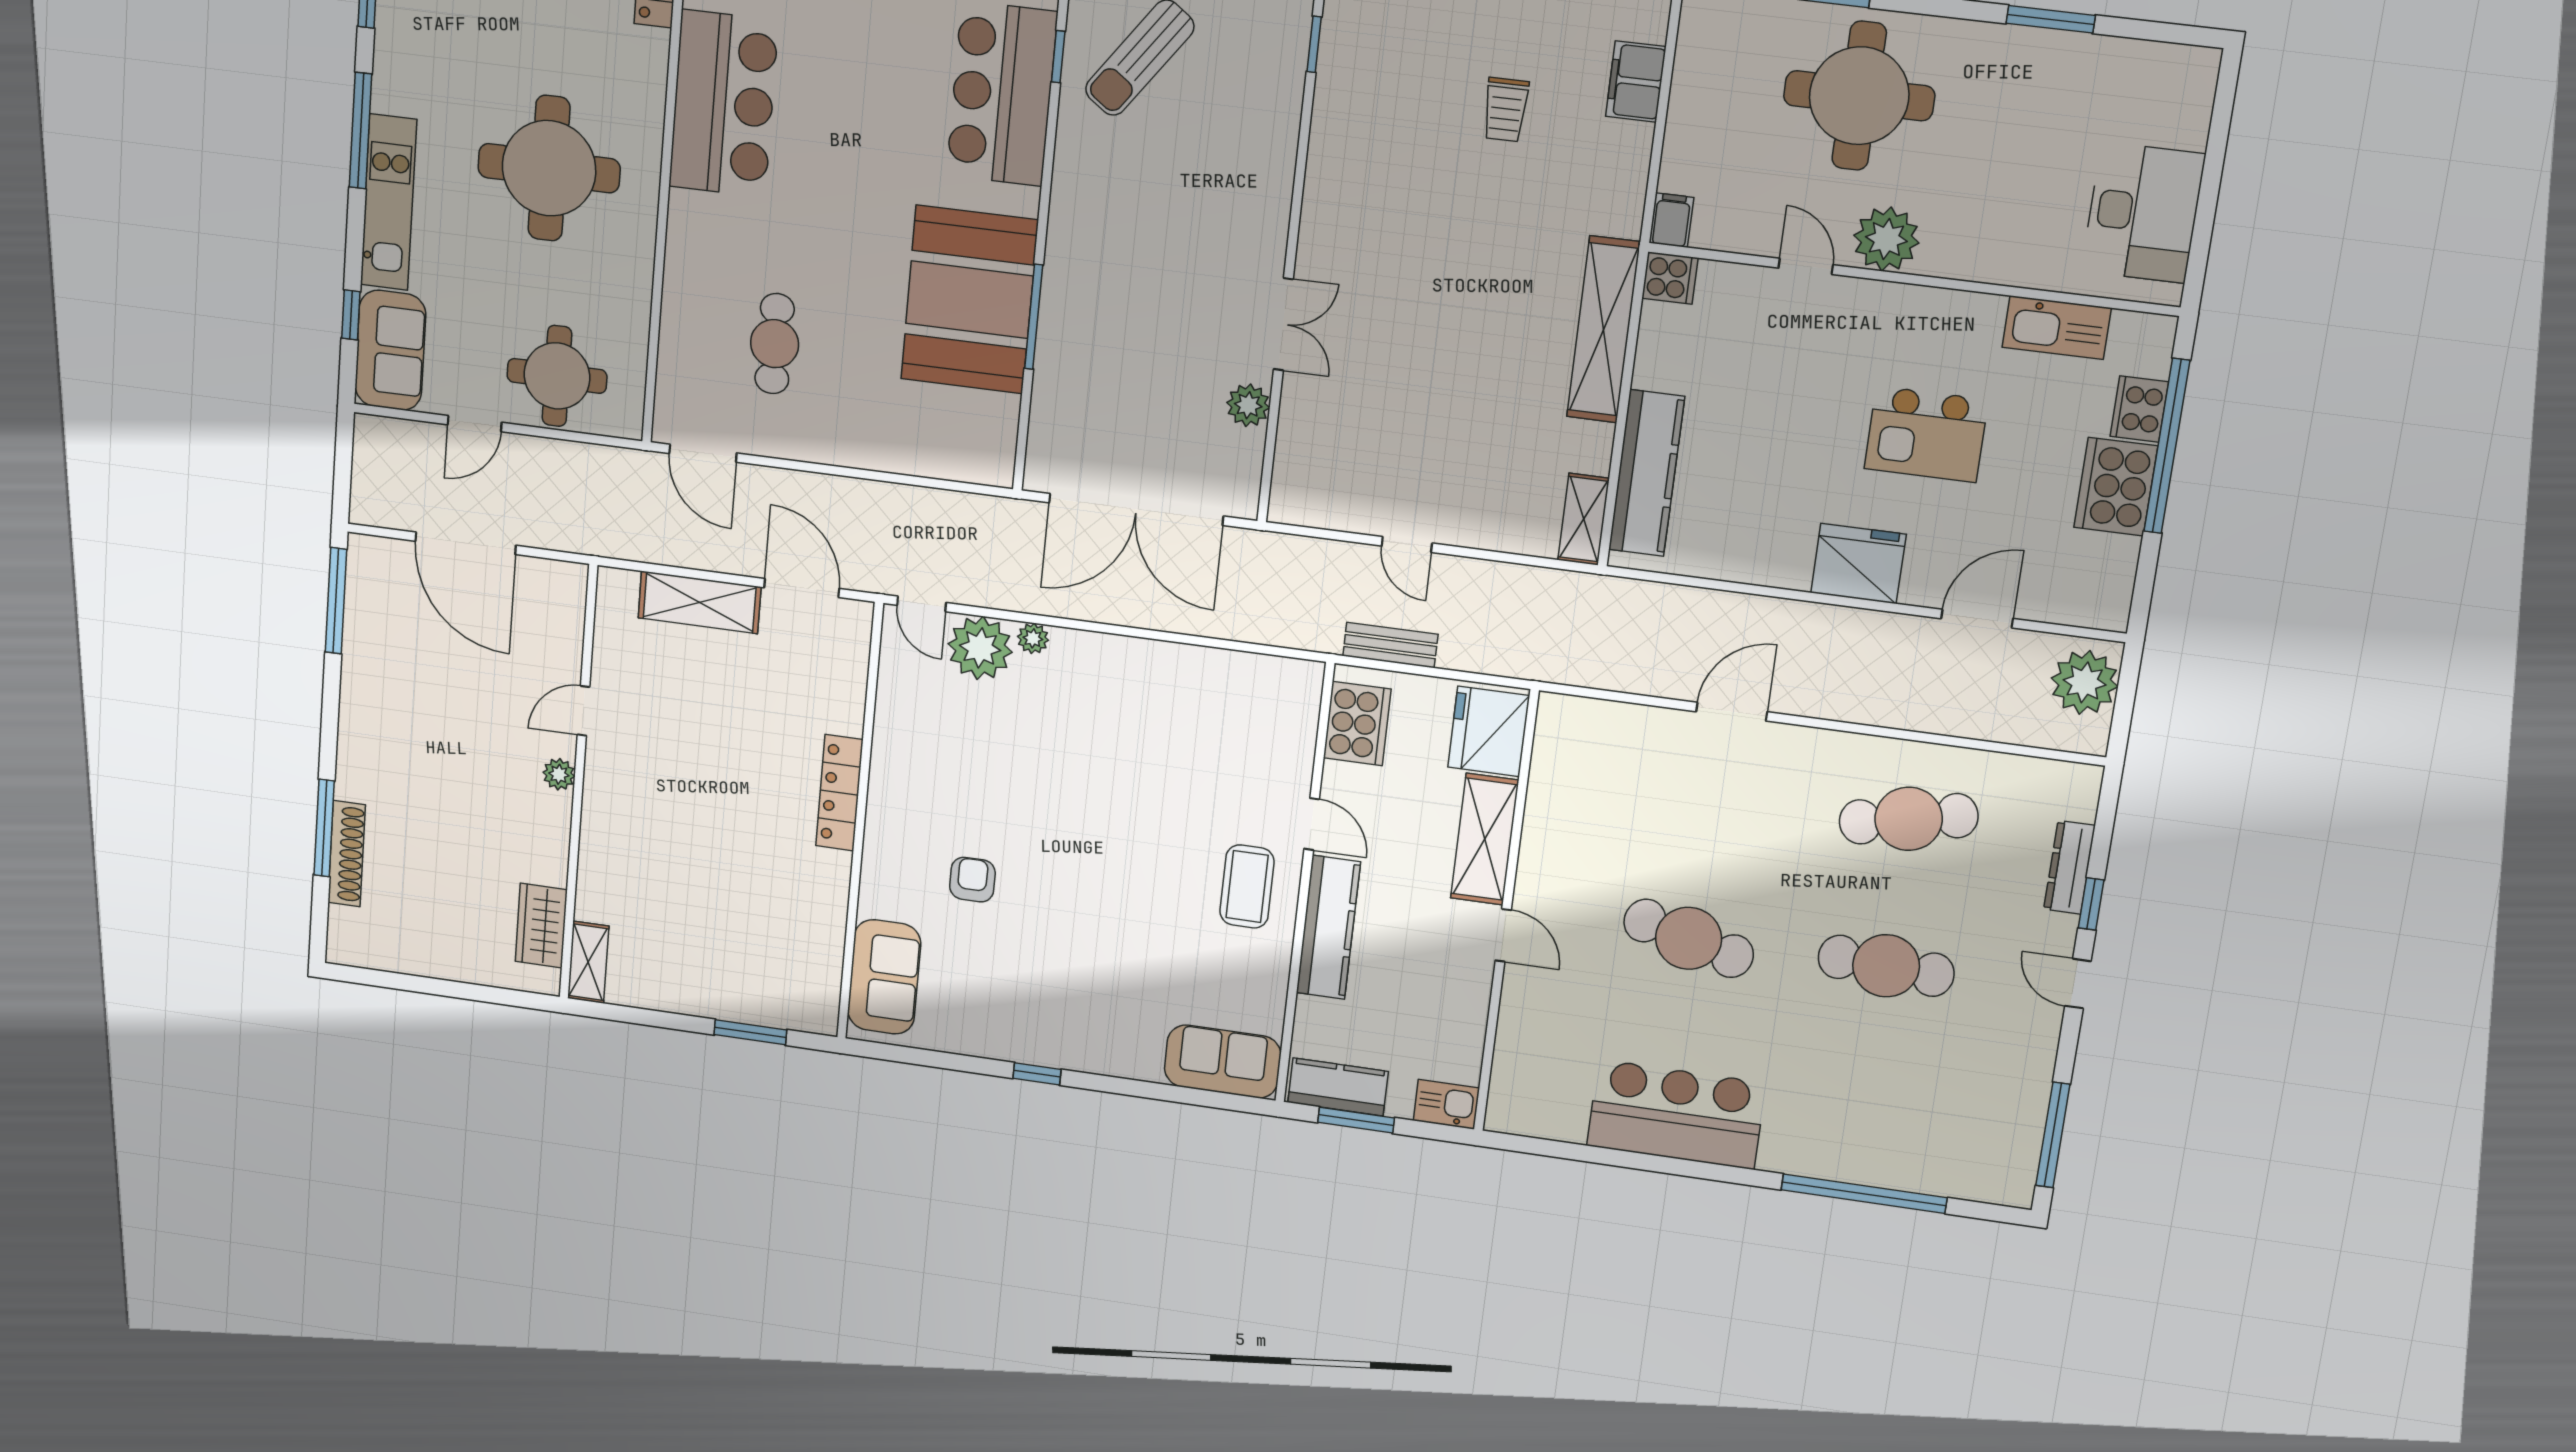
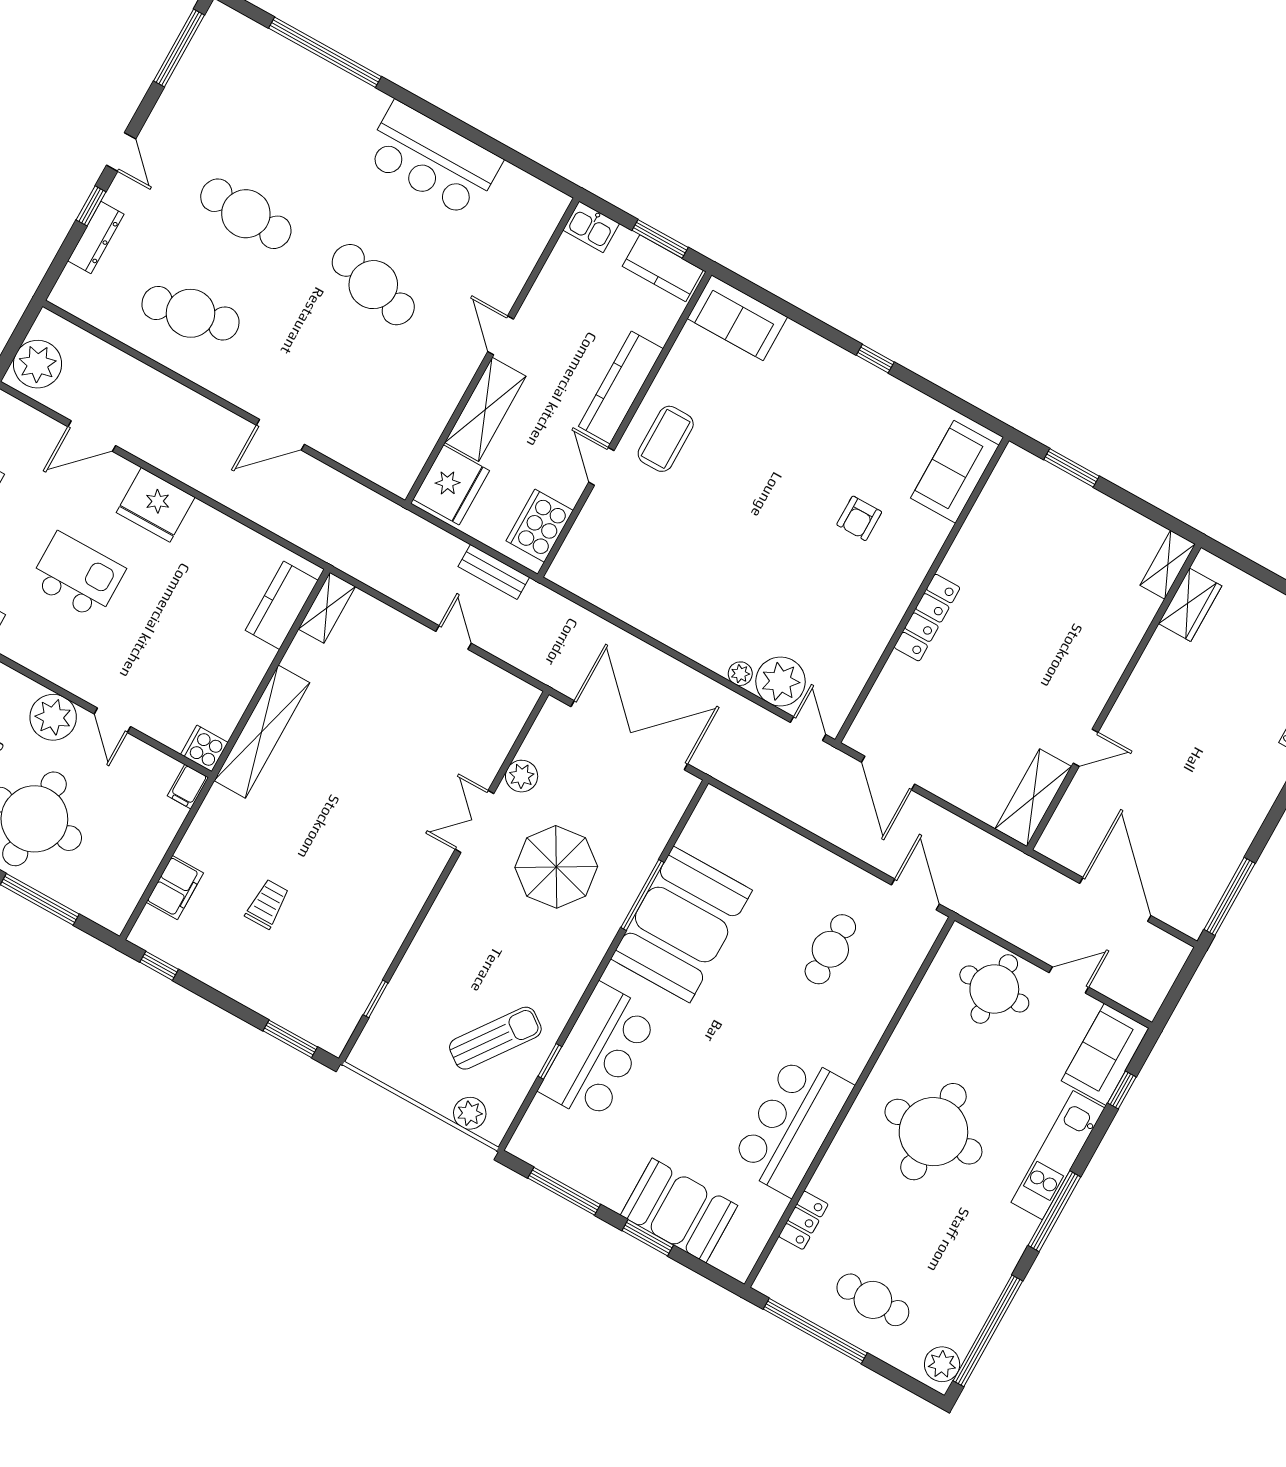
parasol: (1156, 308) -> (556, 867), added
kitchen counter: (1647, 473) -> (282, 605), width x0.67
shelving: (700, 602) -> (1033, 798), moved, turned 90
plant: (559, 774) -> (1125, 709), removed

